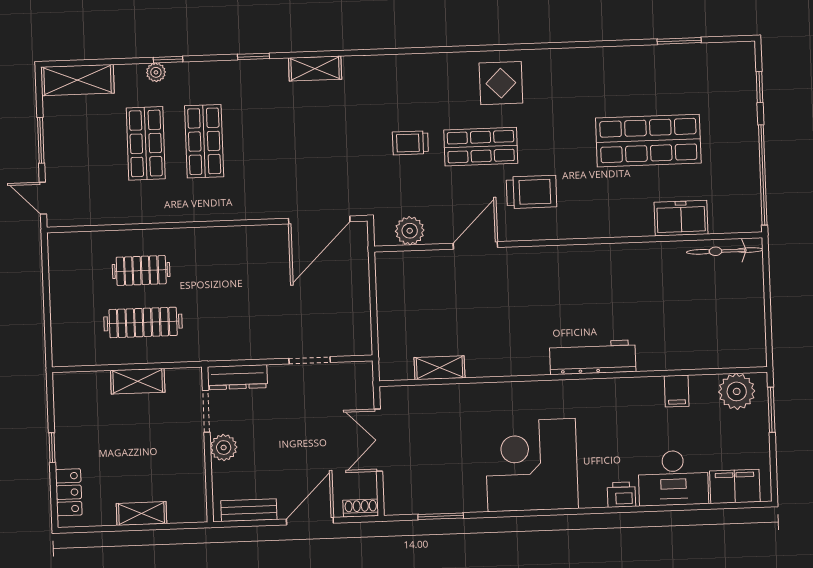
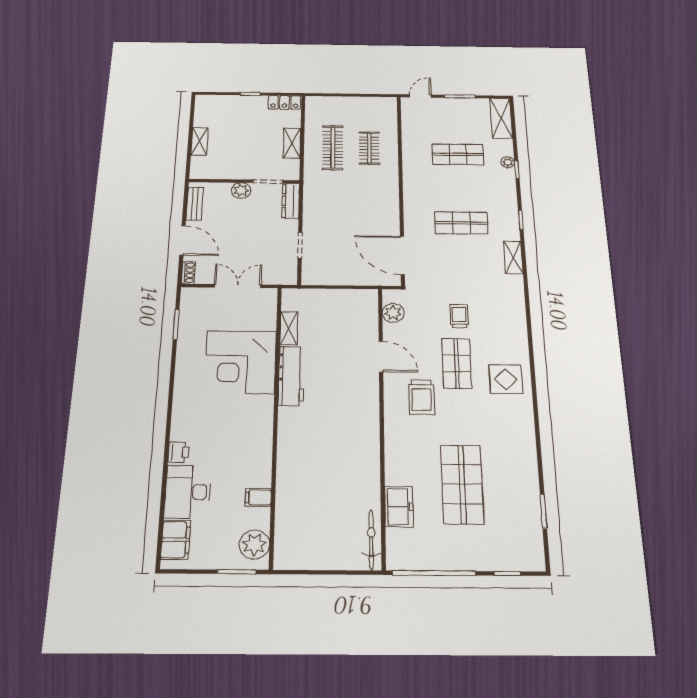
shop shelf: (204, 141) -> (461, 223), moved
workbench: (593, 357) -> (291, 376), moved
corner desk: (532, 465) -> (240, 362), moved, turned 180
locker: (69, 492) -> (284, 102), moved

